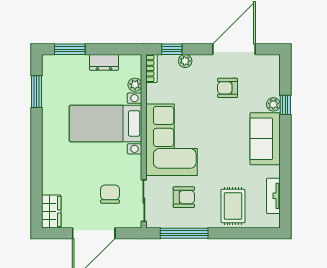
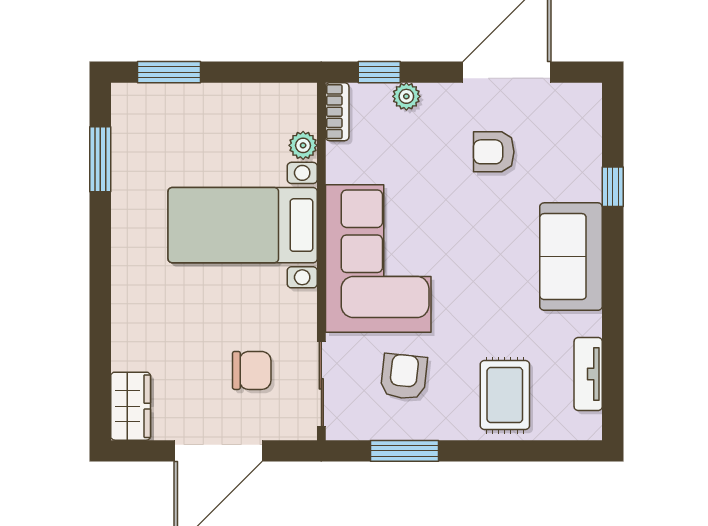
dresser: (104, 62) -> (239, 99), removed
plant: (273, 104) -> (588, 186), removed
chair: (110, 194) -> (252, 370), turned 90
armchair: (184, 197) -> (404, 377), turned -84
window: (184, 233) -> (404, 451), width x0.69

